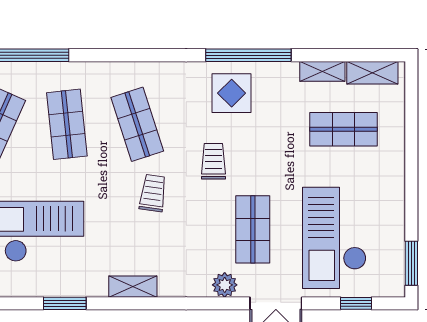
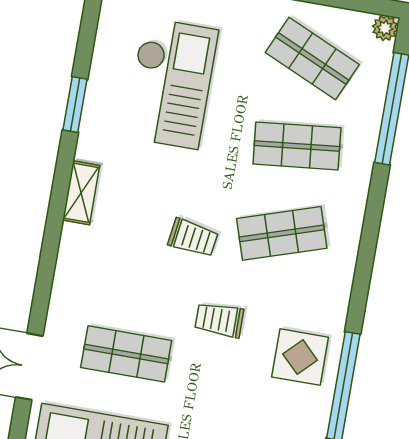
trolley: (213, 161) -> (219, 320), turned 180
plant: (225, 285) -> (63, 307), removed

